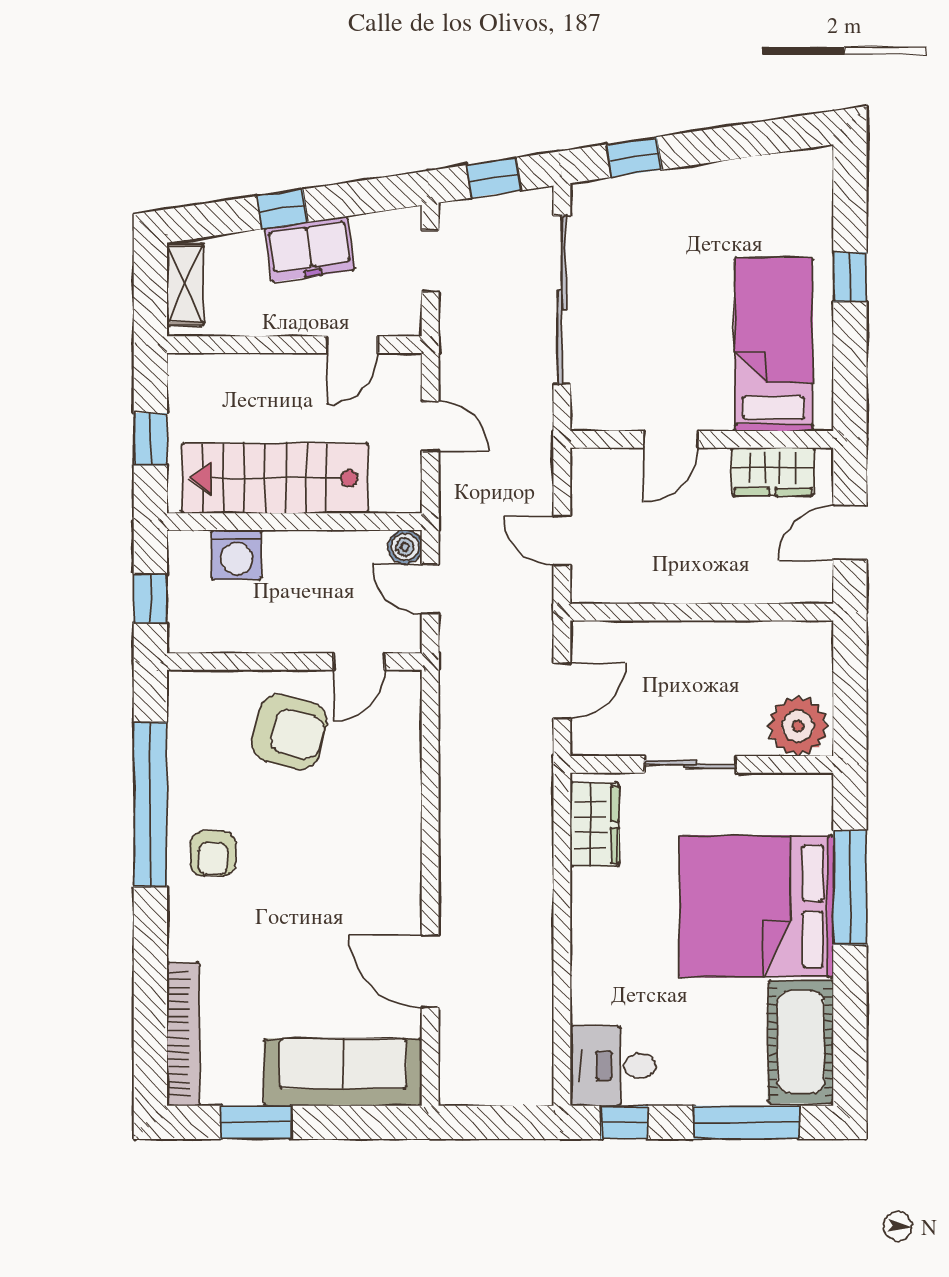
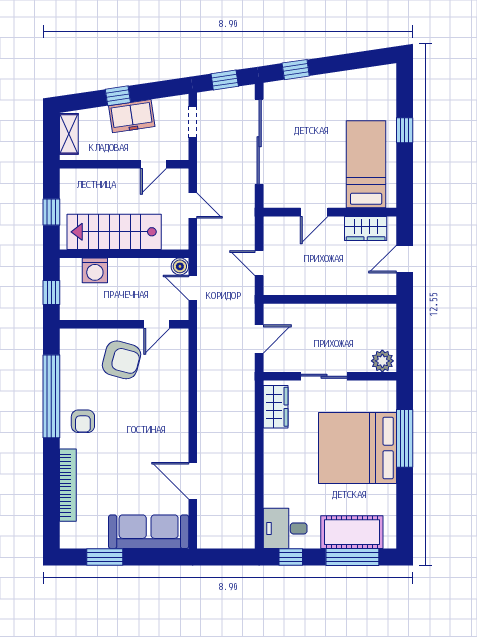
plant: (798, 726) -> (382, 361), width x0.73, depth x0.73
bookcase: (183, 1034) -> (68, 485), moved
cot: (801, 1042) -> (352, 532), moved, turned 90

